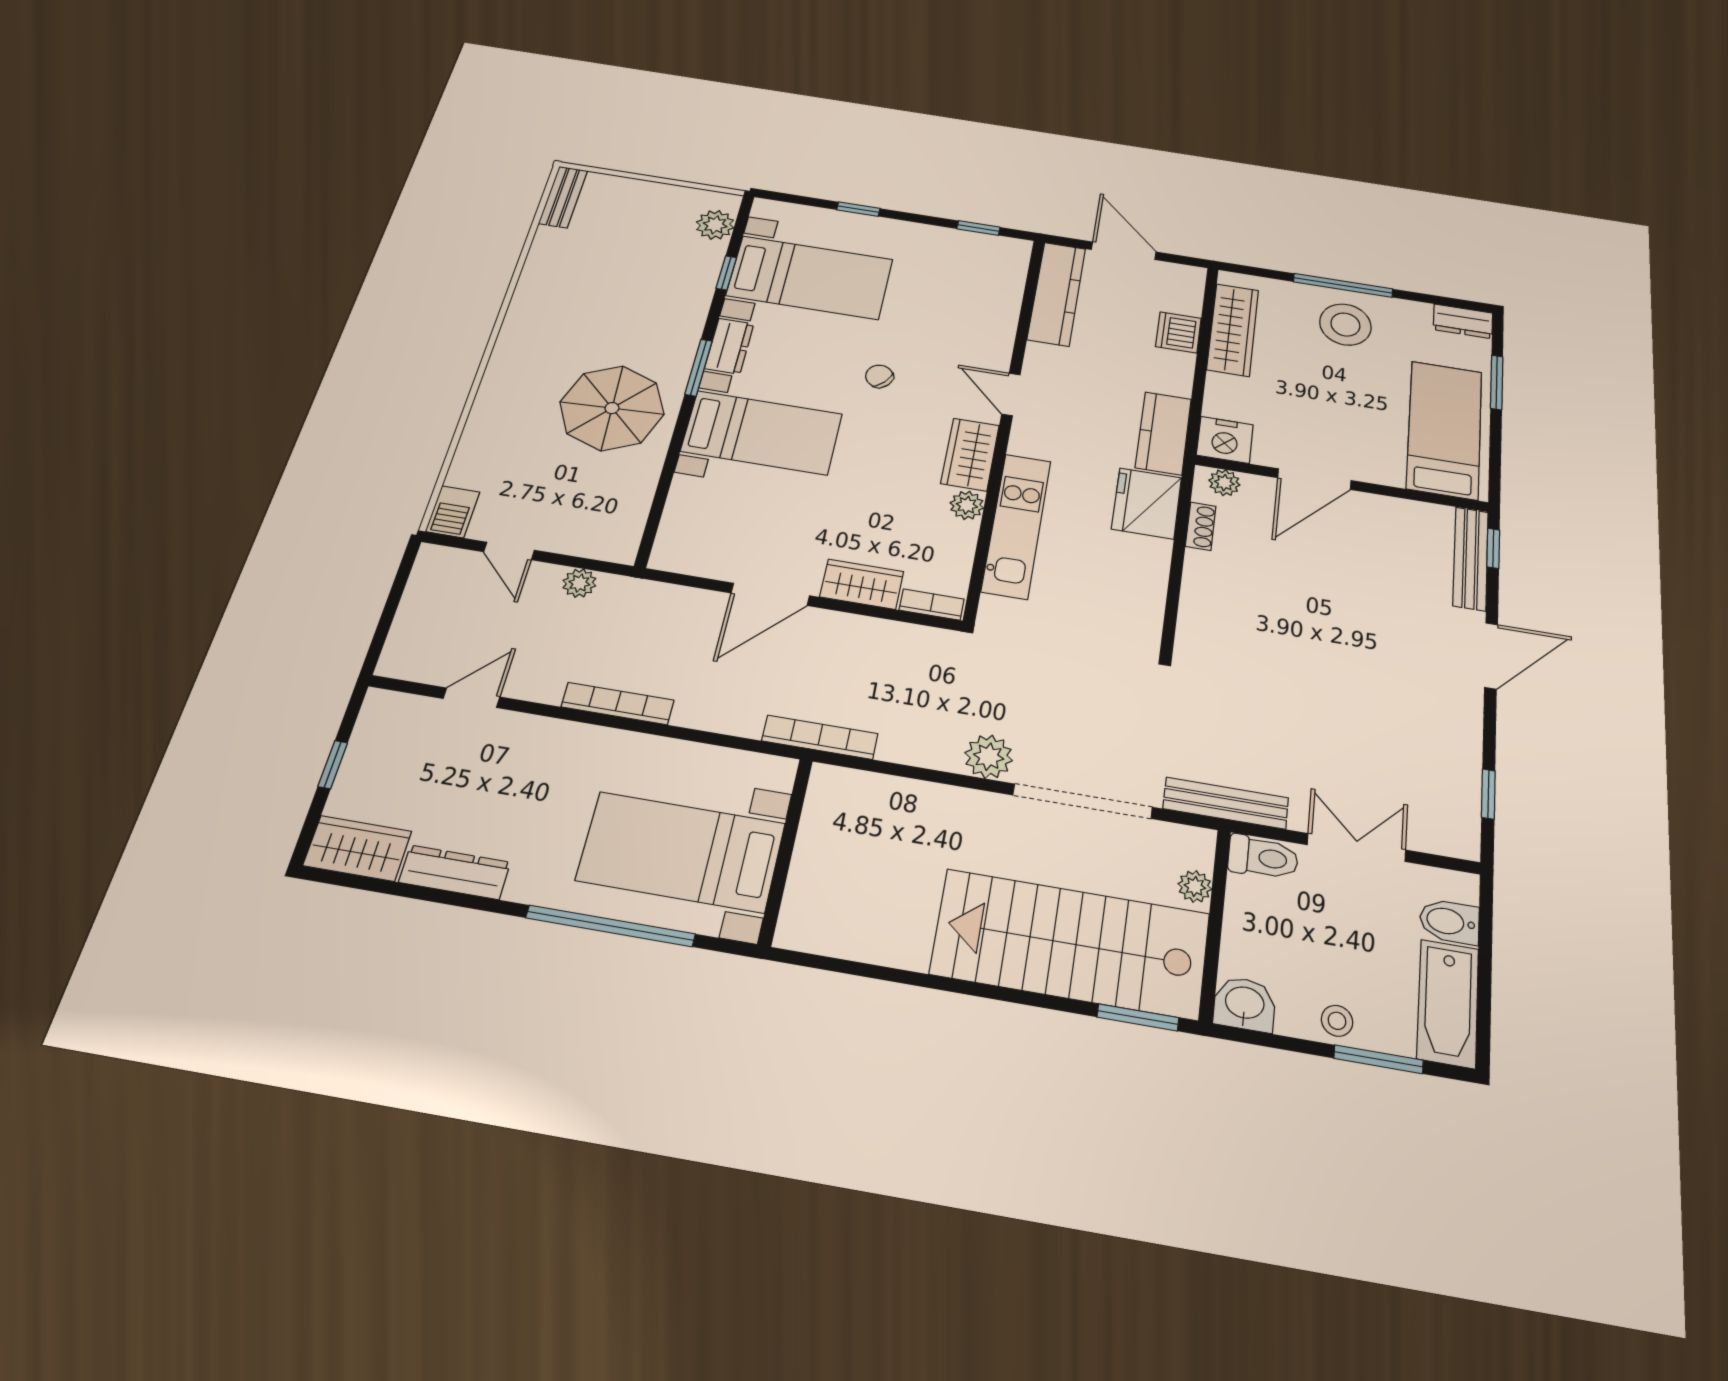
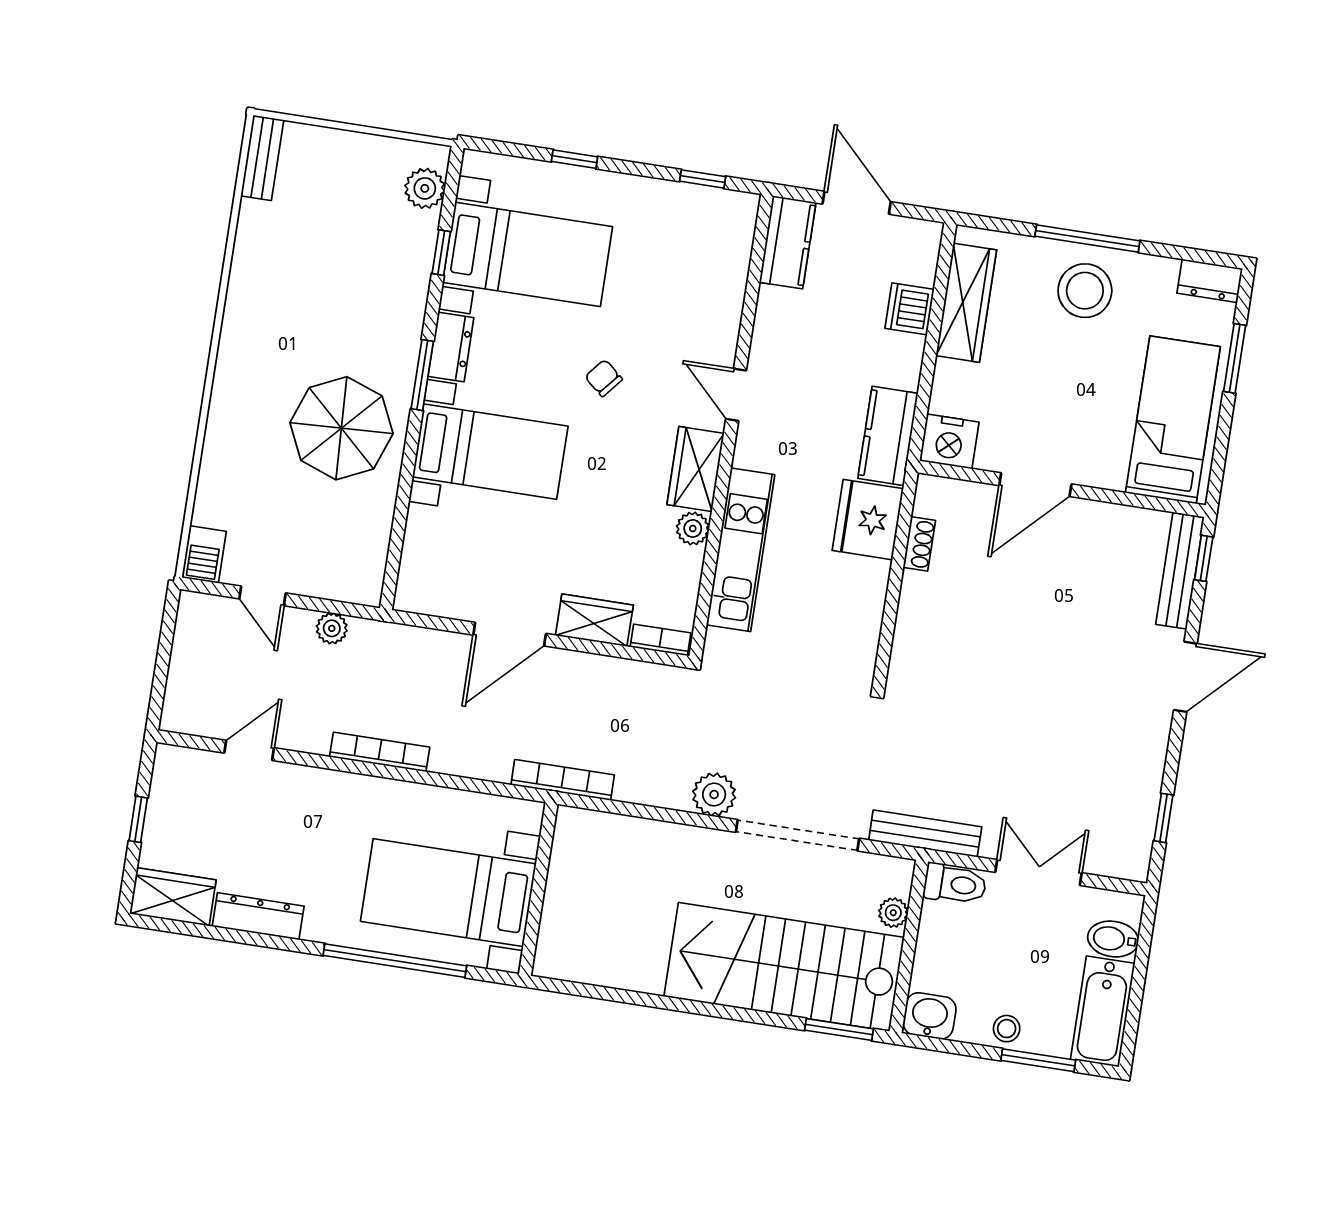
kitchen counter: (1057, 294) -> (788, 242), width x0.67
plant: (1224, 483) -> (946, 492), removed

